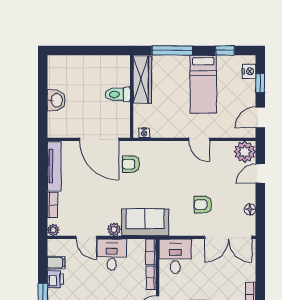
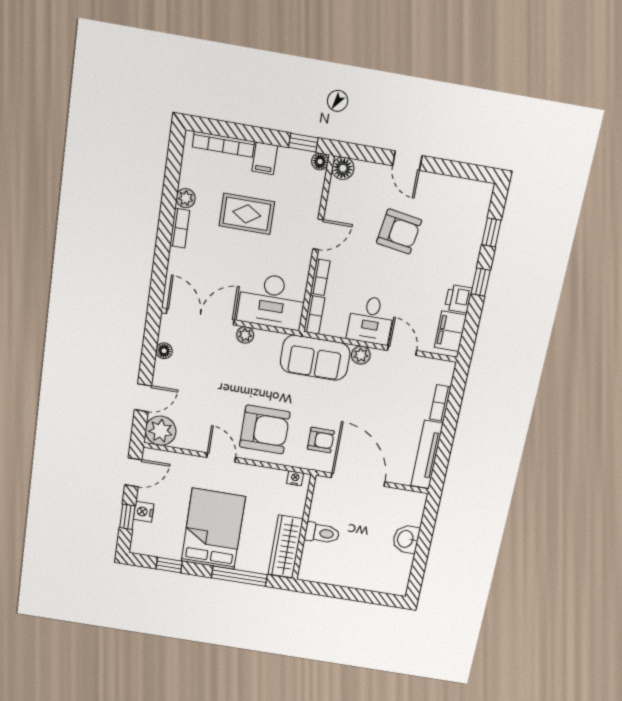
nightstand: (249, 71) -> (144, 512), moved
bed: (203, 84) -> (213, 529), width x1.50
armchair: (203, 205) -> (265, 430), moved, width x1.88, depth x1.88
plant: (53, 230) -> (245, 335), moved
desk: (175, 256) -> (272, 301), width x1.37
filing cabinet: (56, 263) -> (450, 331), width x2.00

